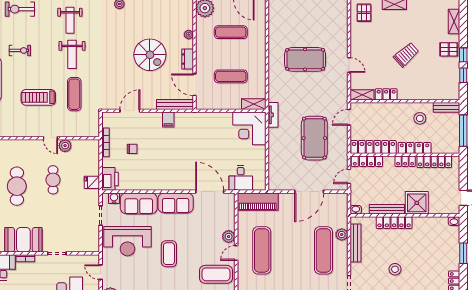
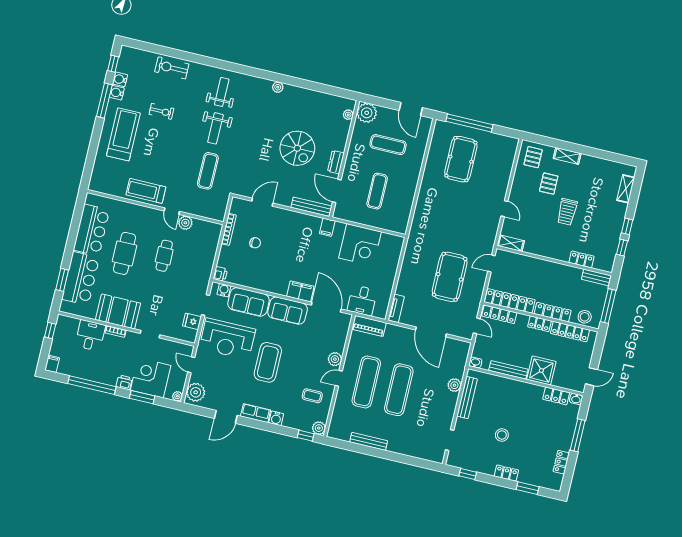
weight bench: (70, 20) -> (222, 92), turned 180
plant: (189, 35) -> (348, 115), moved
pallet: (449, 49) -> (549, 184), moved, turned 90
trolley: (406, 55) -> (567, 212), turned 132
pool table: (305, 59) -> (461, 159), moved, turned 90
exercise mat: (231, 76) -> (377, 191), turned 90
locker: (386, 94) -> (581, 259), moved
treadmill: (38, 97) -> (146, 191), moved
shelving: (254, 104) -> (394, 226), removed
tv unit: (273, 115) -> (396, 308), moved
stool: (420, 118) -> (585, 317), moved
filing cabinet: (168, 119) -> (327, 227), moved
corner desk: (249, 128) -> (360, 245), moved, turned -90
door: (349, 176) -> (477, 326), swing flipped
printer: (110, 179) -> (220, 274), width x0.53, depth x0.68
fridge: (92, 182) -> (192, 321), moved
filing cabinet: (183, 183) -> (300, 291), added
door: (309, 192) -> (431, 332), hinge flipped
piano: (258, 202) -> (369, 326), width x0.73, depth x0.75
locker: (394, 223) -> (556, 396), moved, width x0.66
exercise mat: (323, 250) -> (399, 390), moved
window: (463, 253) -> (578, 435), width x1.44
coffee table: (169, 254) -> (268, 362), width x1.36, depth x1.32
coffee table: (216, 274) -> (312, 396), width x0.54, depth x0.58

